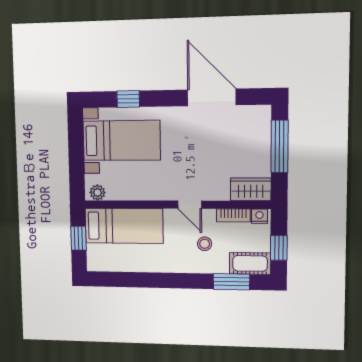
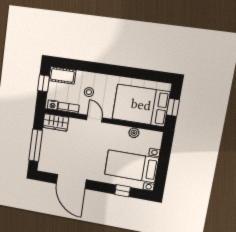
plant: (97, 193) -> (134, 133), moved
bed: (124, 226) -> (141, 105), width x1.50
window: (231, 282) -> (76, 65), removed

